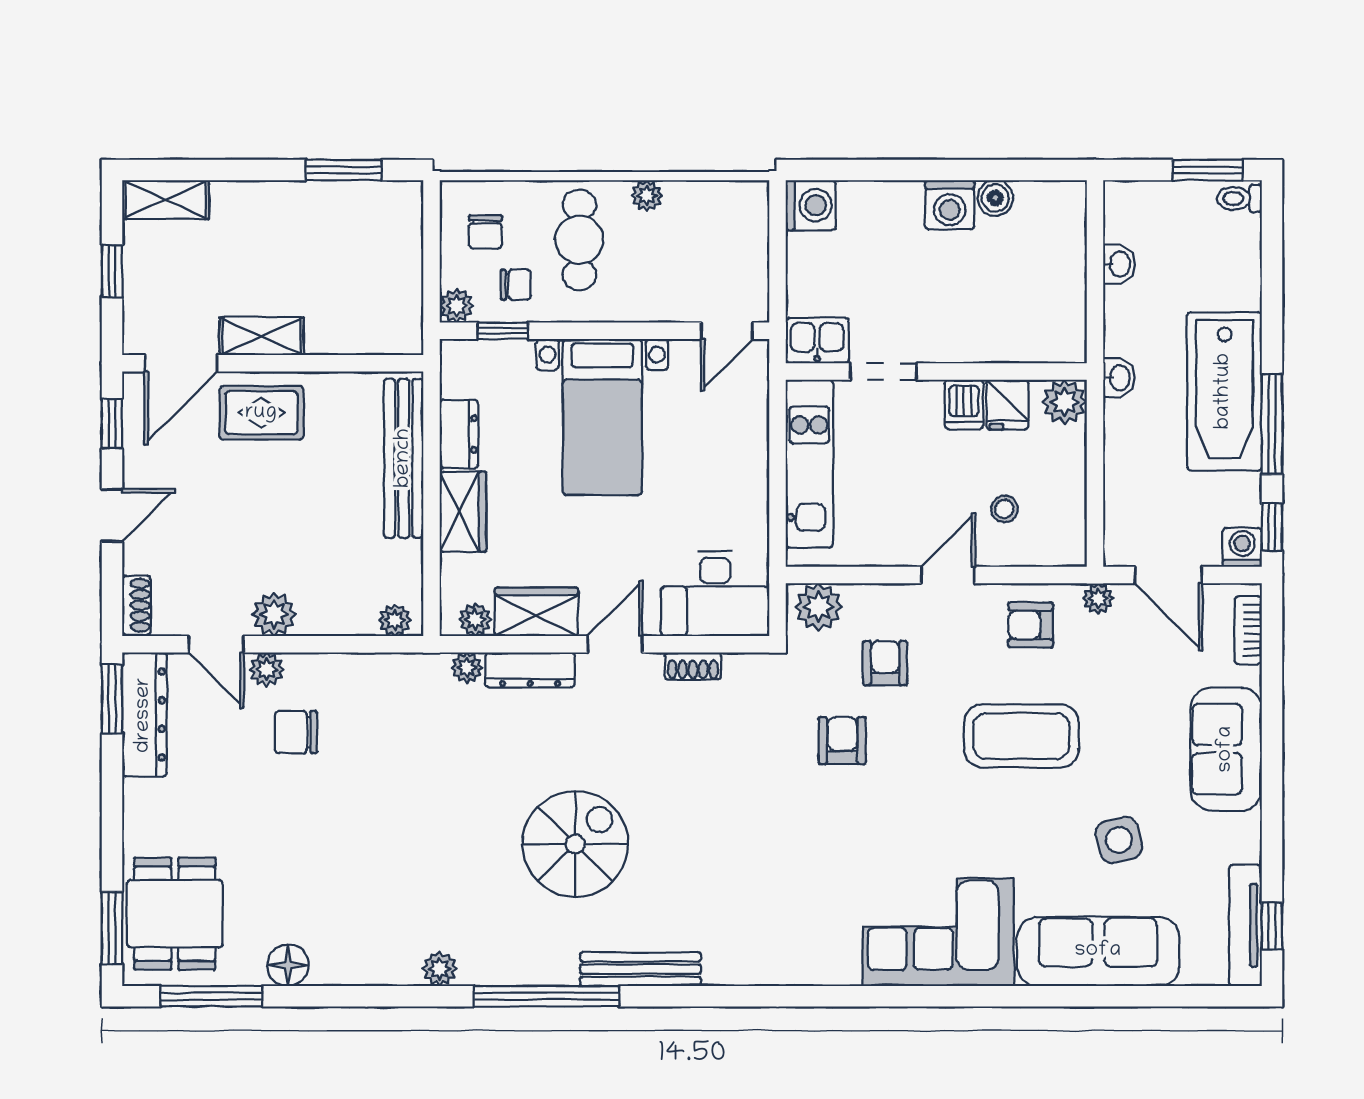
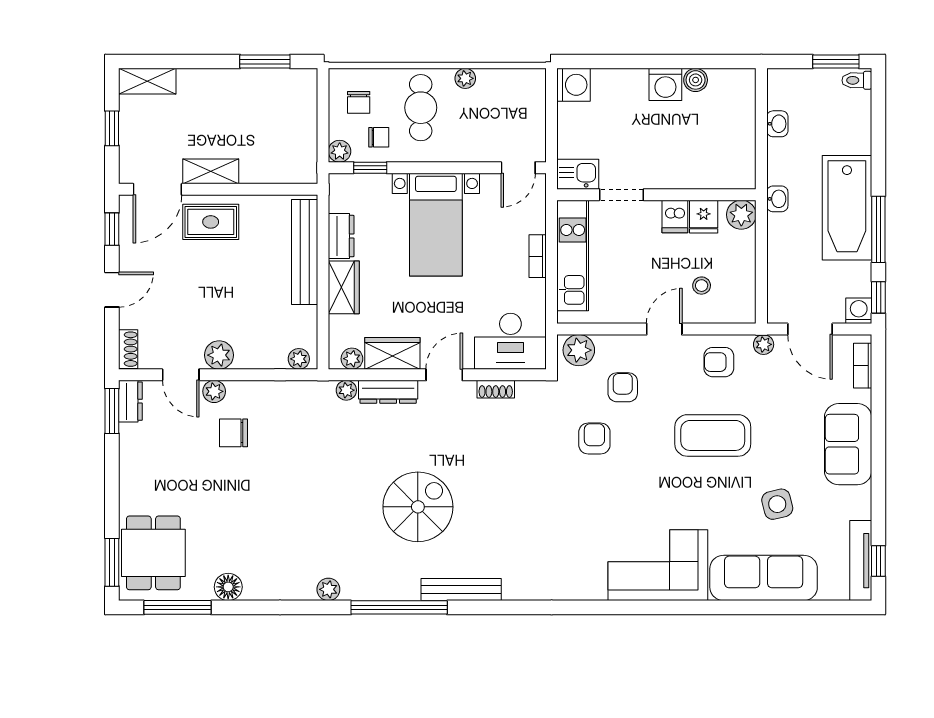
bookcase: (756, 465) -> (538, 256), added
dresser: (144, 715) -> (130, 401), width x0.51, depth x0.80

